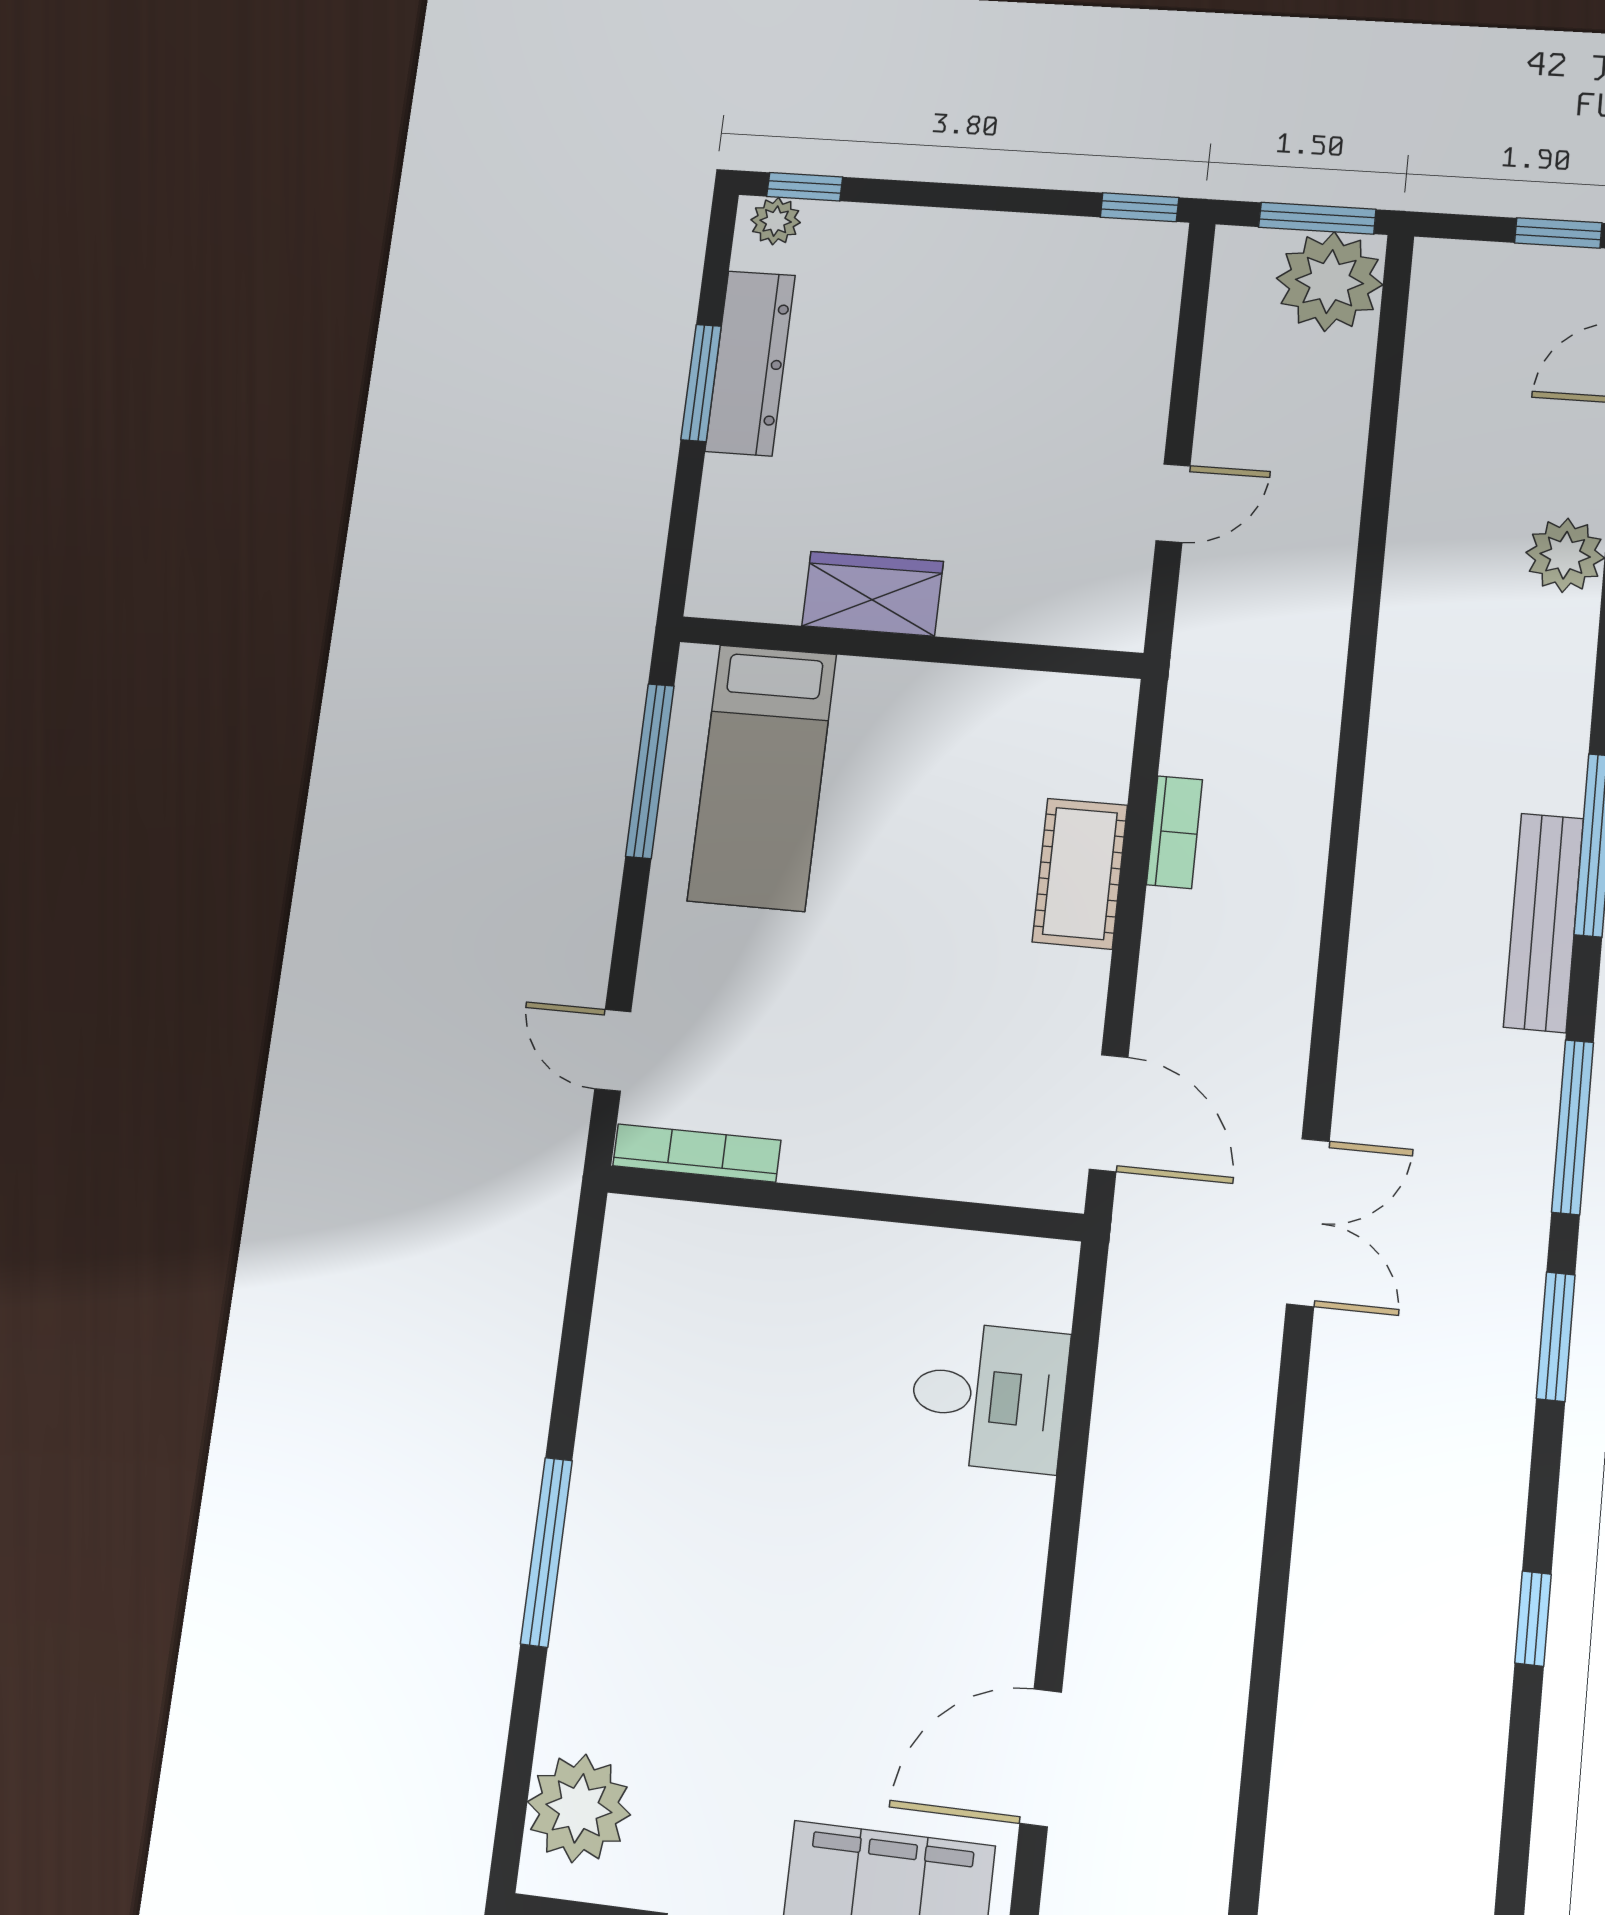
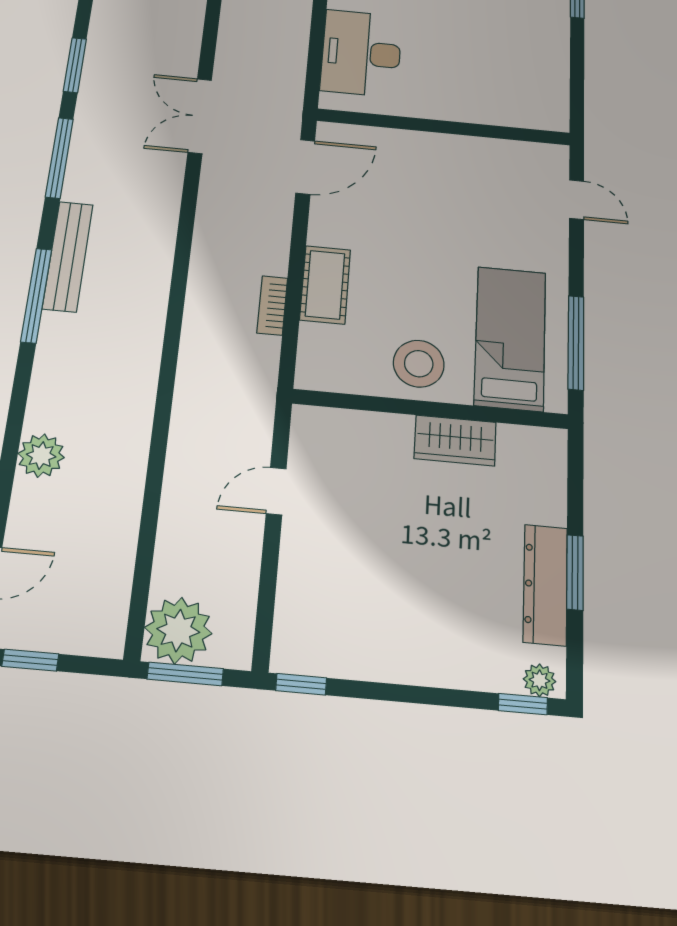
stool: (924, 728) -> (419, 364), added
door: (1109, 1113) -> (305, 167), swing flipped
bookcase: (697, 1153) -> (524, 151), removed
desk: (989, 1397) -> (361, 53), width x1.37

